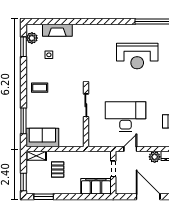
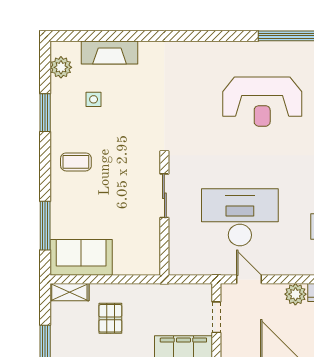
window: (23, 47) -> (45, 113), moved
door: (130, 149) -> (249, 279), hinge flipped

